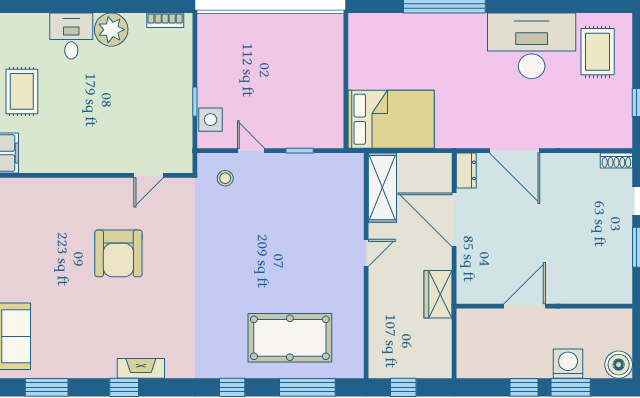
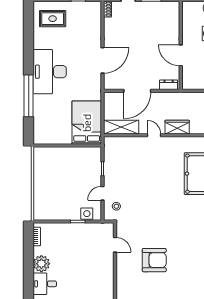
desk: (532, 46) -> (50, 72), moved
dresser: (466, 170) -> (169, 85), moved
wardrobe: (438, 294) -> (177, 127), moved, turned 180

